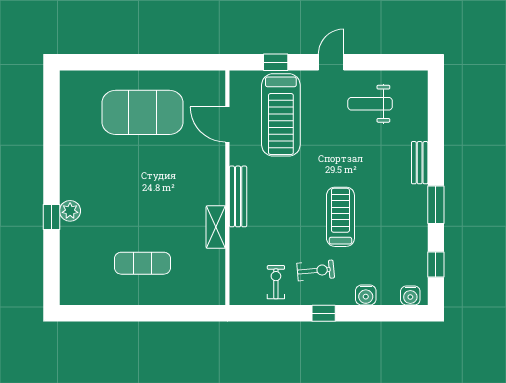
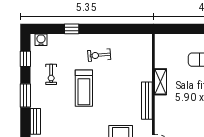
exercise bike: (276, 282) -> (51, 74), moved
water cooler: (366, 295) -> (68, 40), removed
window: (324, 313) -> (72, 29), moved

